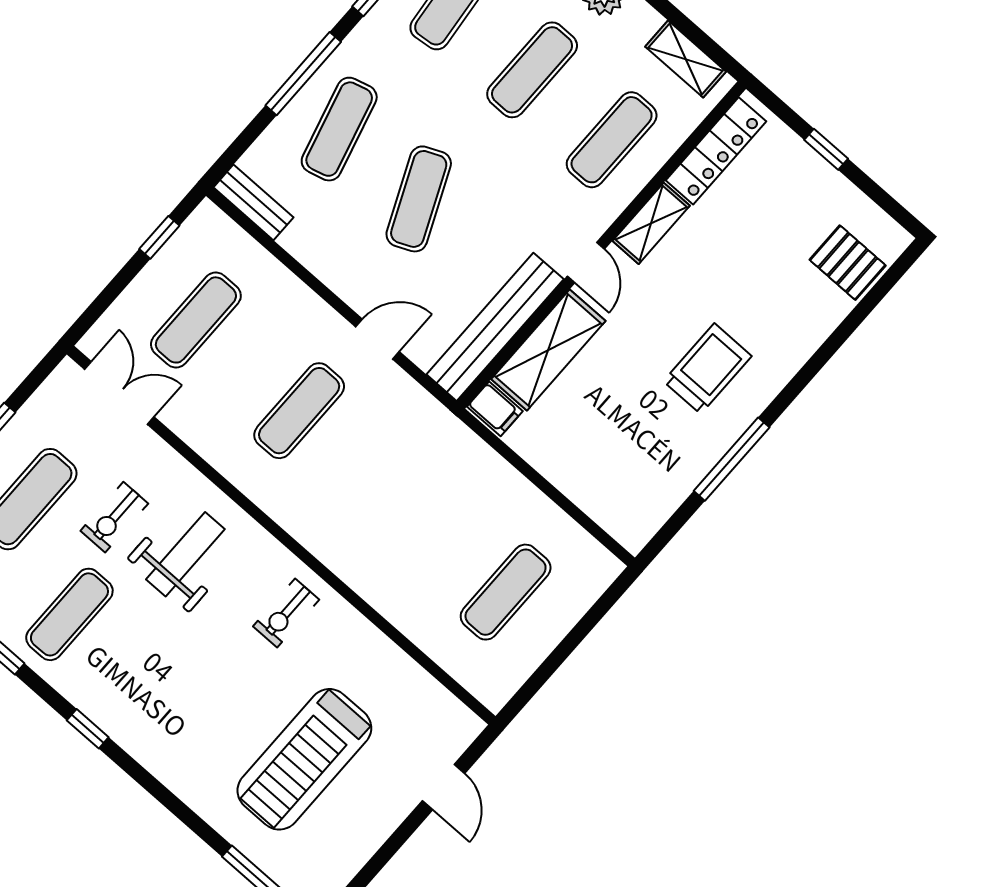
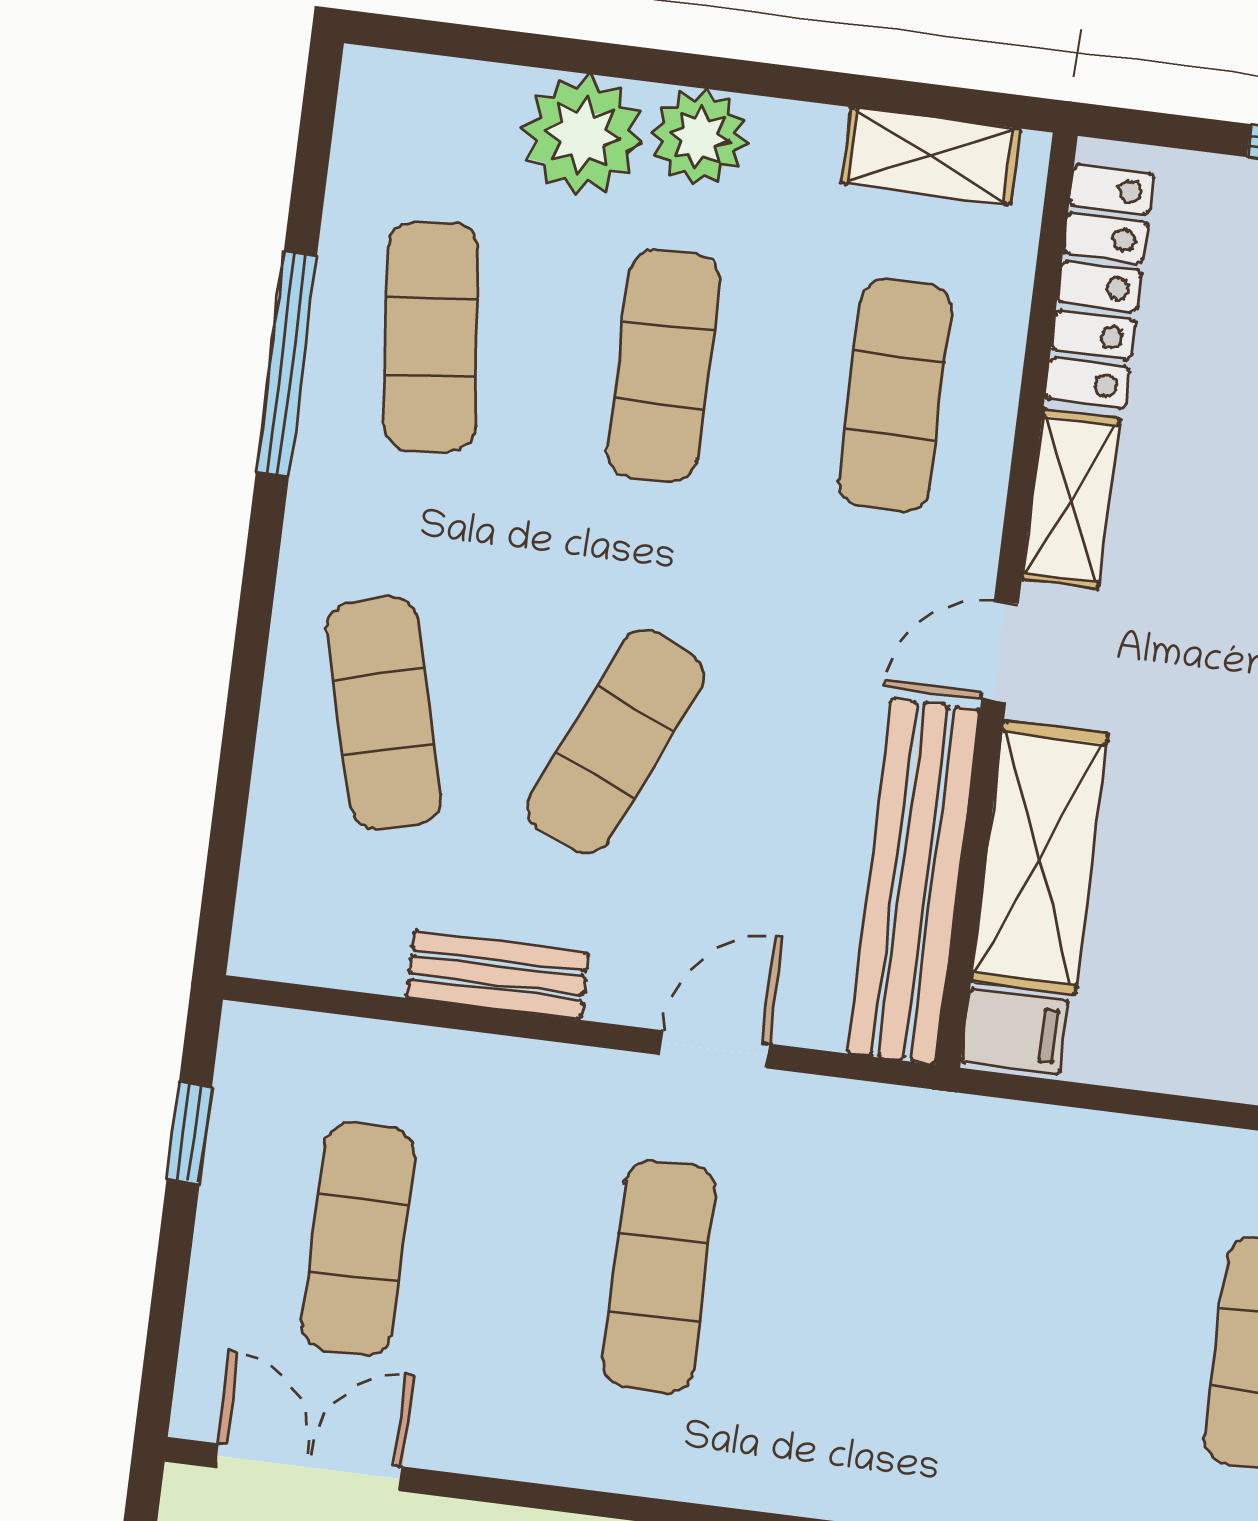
window: (303, 74) -> (250, 656), removed
exercise mat: (419, 199) -> (616, 742), turned 48
bench: (253, 202) -> (497, 975), moved
door: (586, 263) -> (1000, 651), swing flipped

